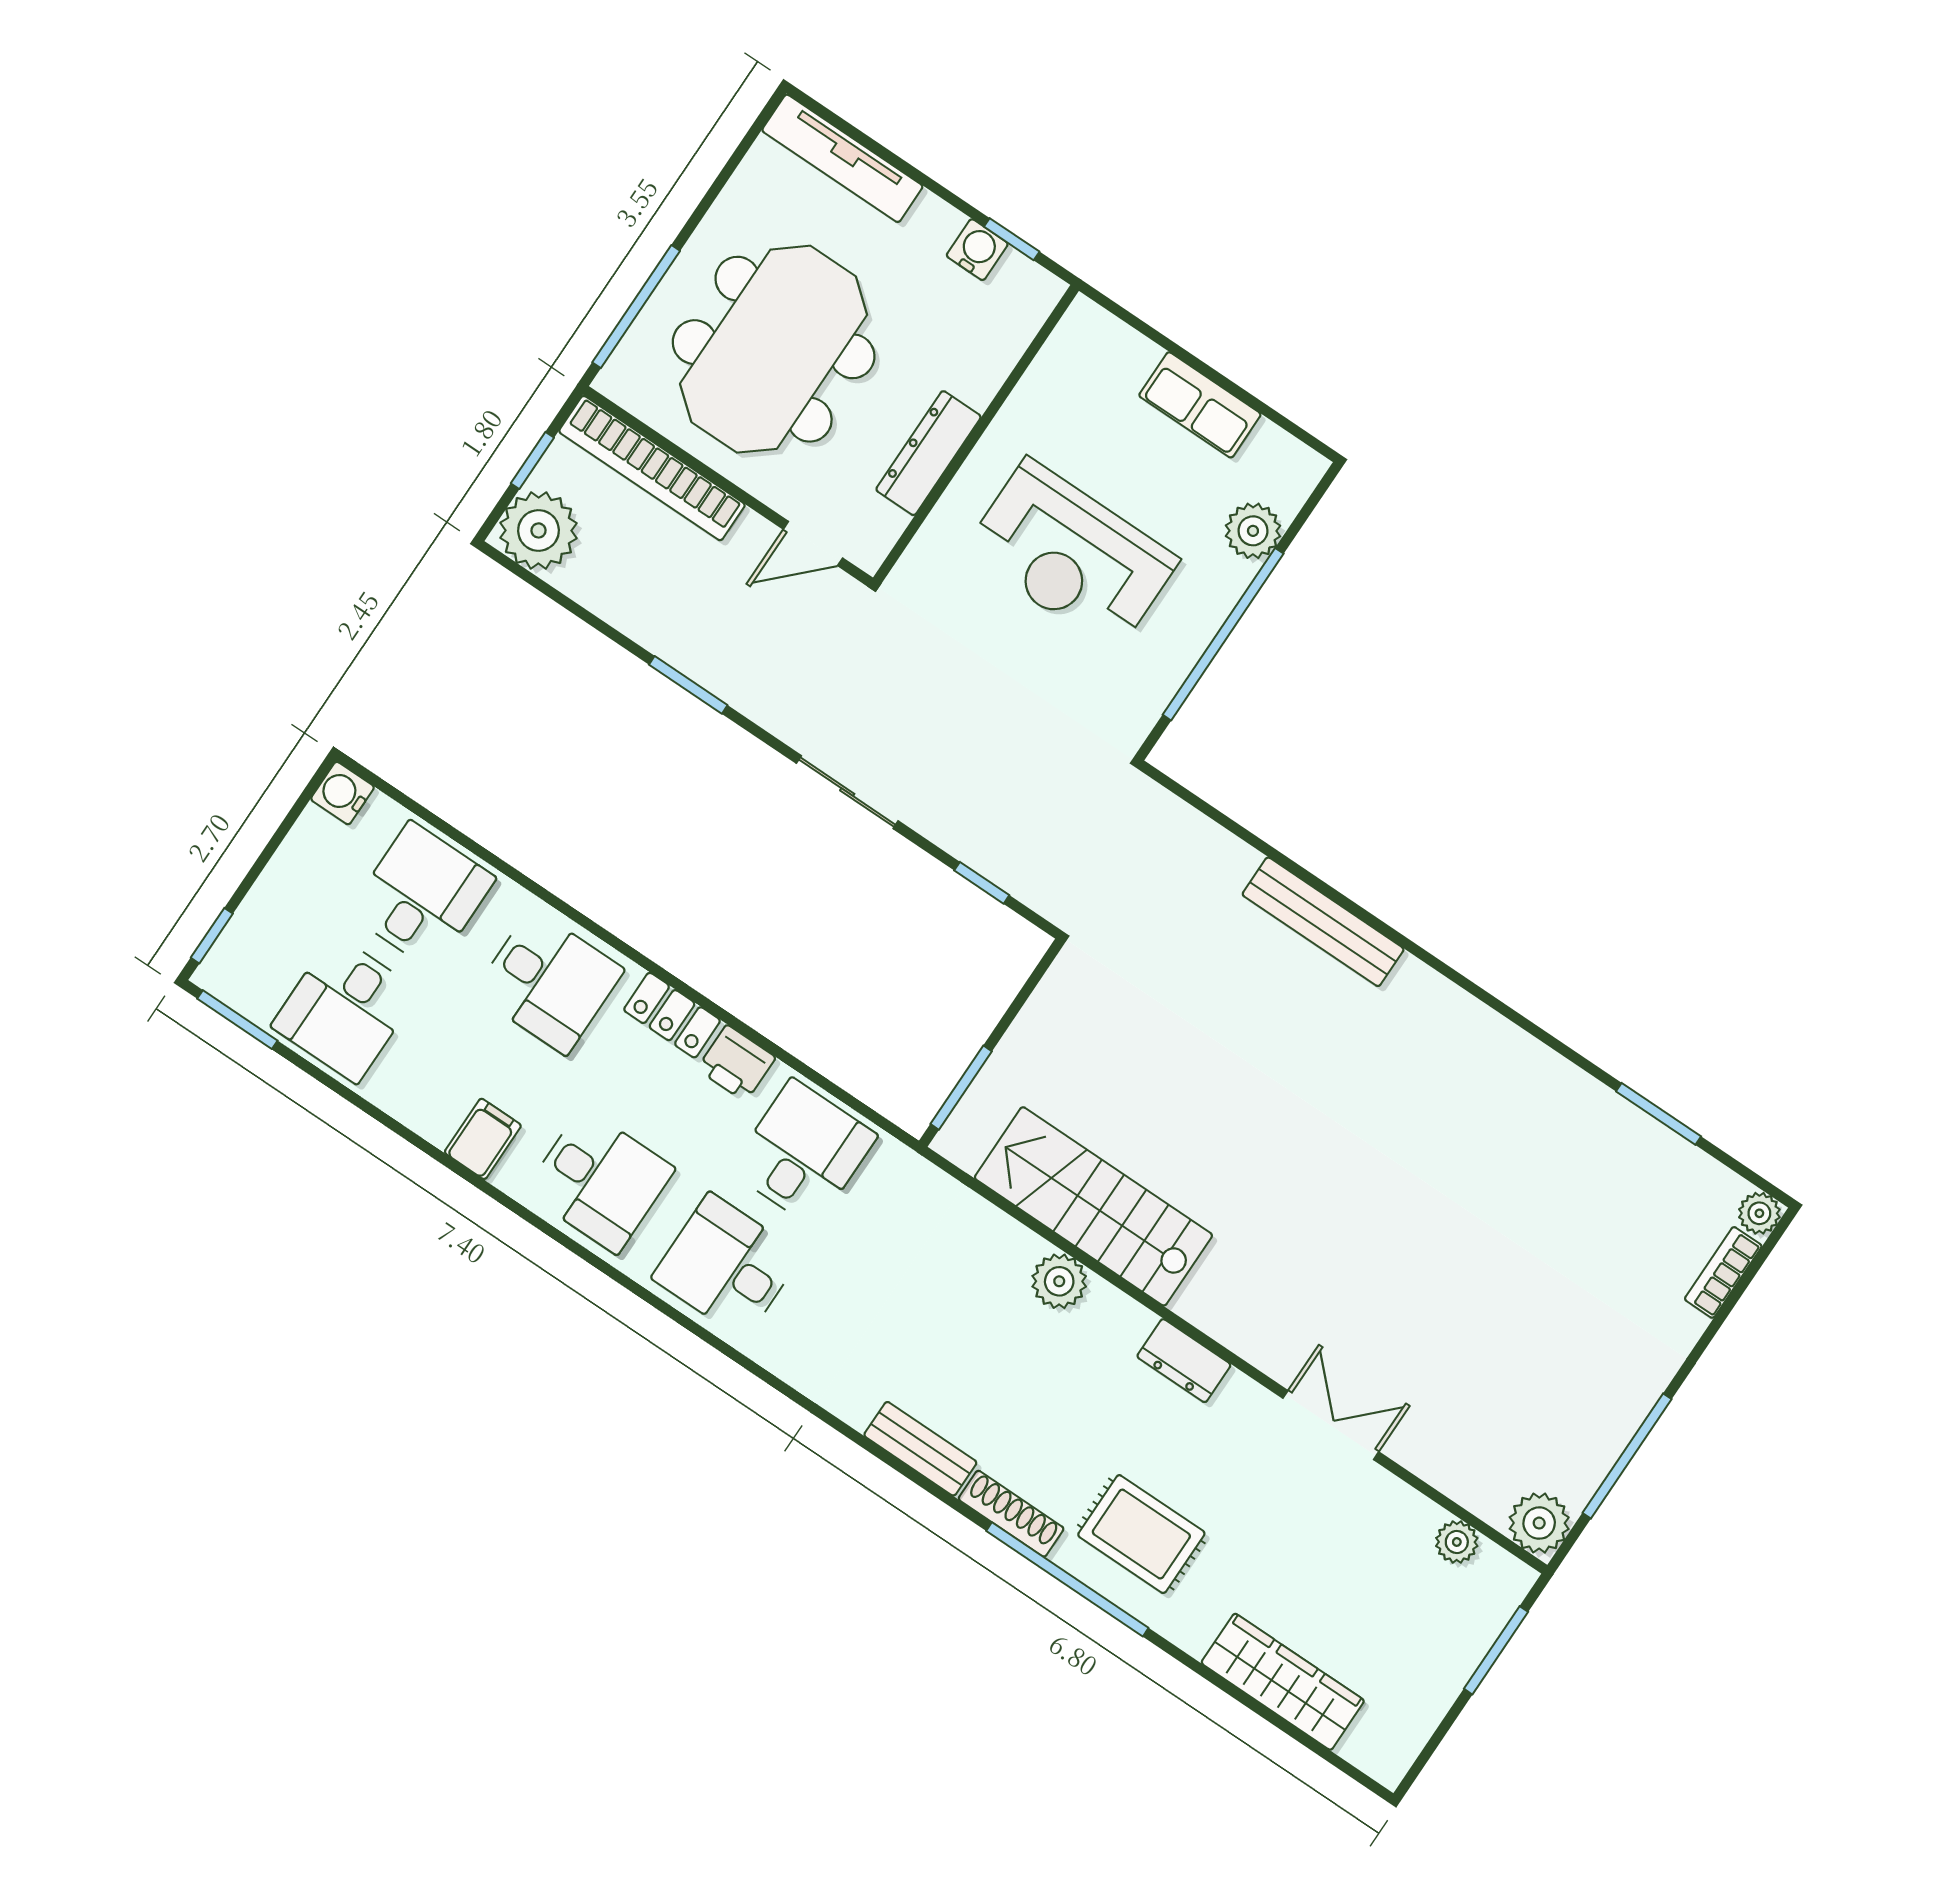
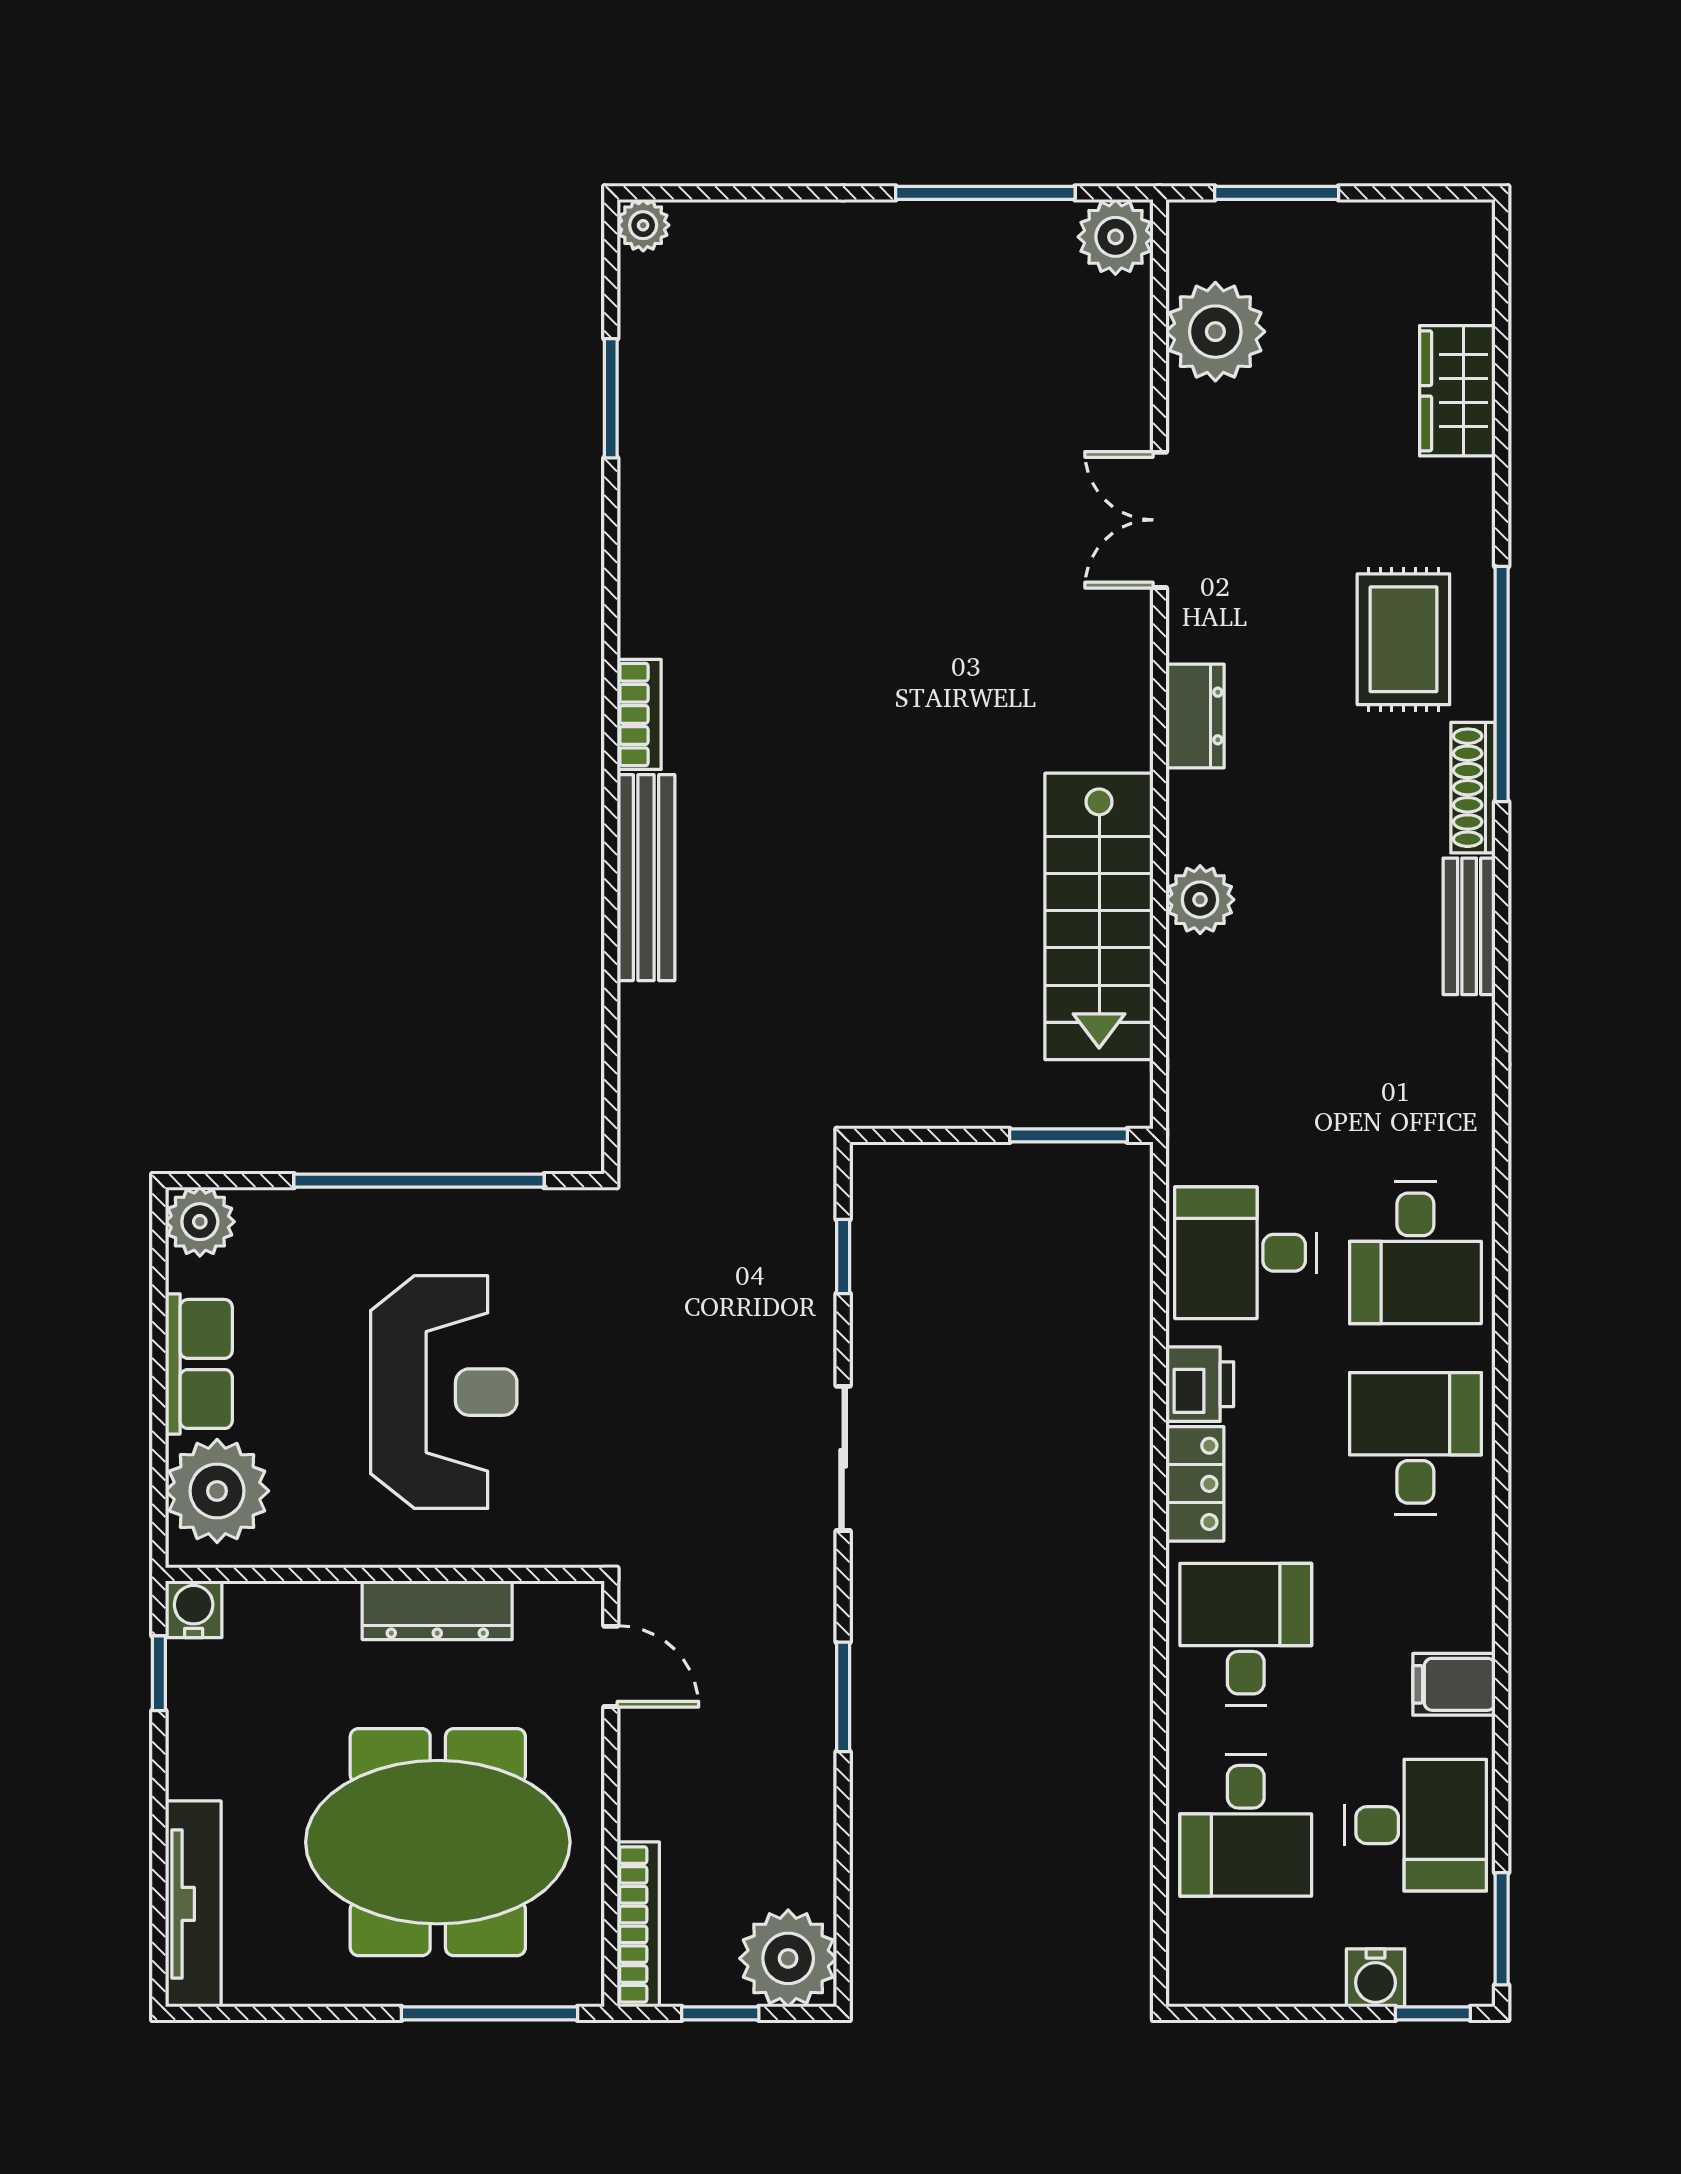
water cooler: (977, 250) -> (194, 1609), moved, turned 90
plant: (1107, 360) -> (217, 1491), added
bookcase: (652, 468) -> (638, 1924), width x0.68, depth x0.76
plant: (1253, 531) -> (200, 1222), moved
water cooler: (342, 793) -> (1376, 1978), moved
desk: (422, 896) -> (1246, 1825), turned -90
filing cabinet: (483, 1139) -> (1454, 1684), moved
bookcase: (1723, 1272) -> (639, 714), moved, turned -90
plant: (1457, 1542) -> (1215, 332), width x1.88, depth x1.88
wardrobe: (1283, 1682) -> (1457, 391), width x0.67

